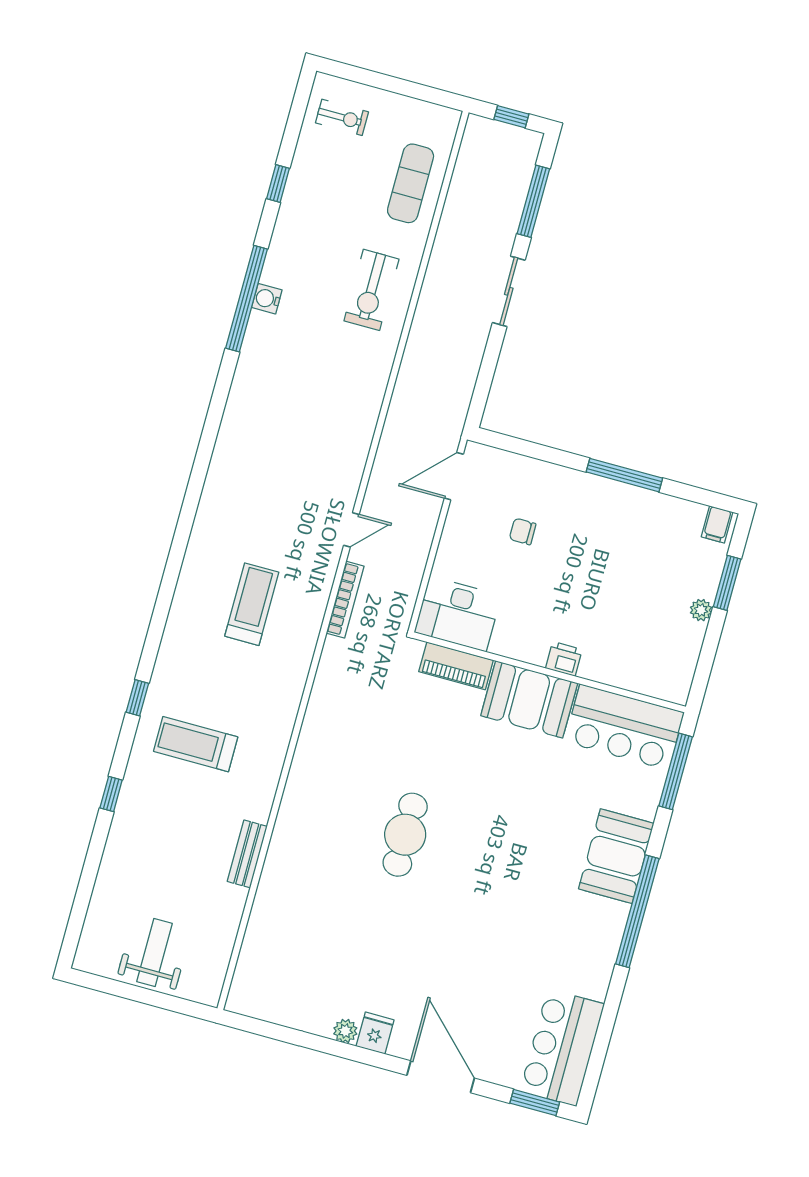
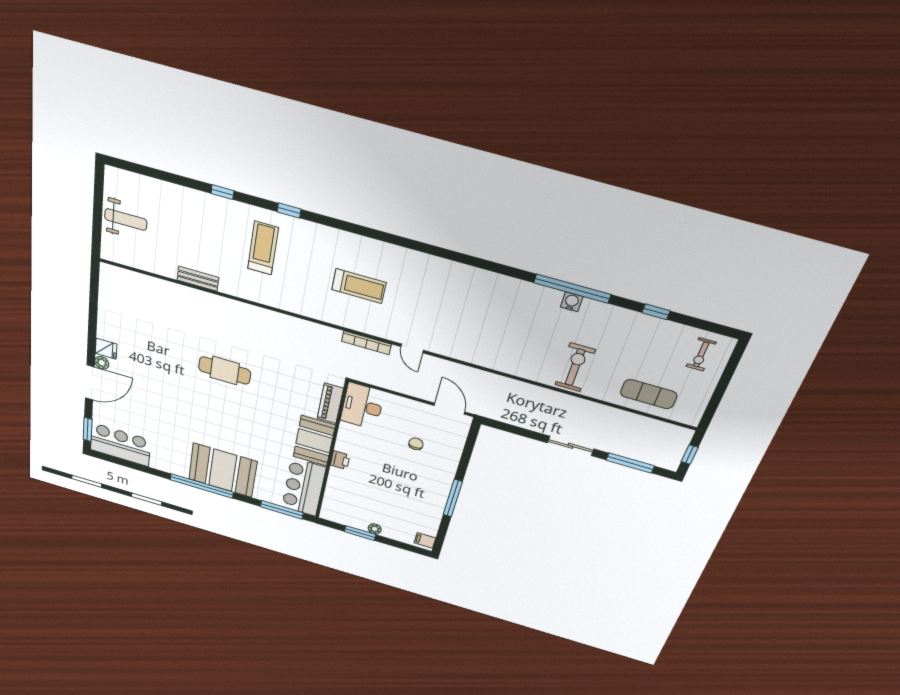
exercise bike: (371, 290) -> (575, 367), turned 90
window: (727, 583) -> (360, 533), moved
booth: (616, 856) -> (223, 470), width x1.36, depth x1.42
plant: (345, 1031) -> (102, 363), moved

